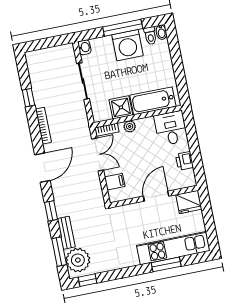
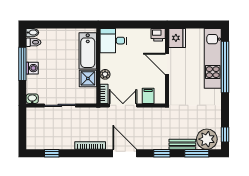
washing machine: (127, 45) -> (32, 68), width x0.53, depth x0.53
window: (28, 98) -> (52, 153), moved
printer: (185, 161) -> (158, 35), moved
window: (166, 264) -> (225, 67), width x2.11

